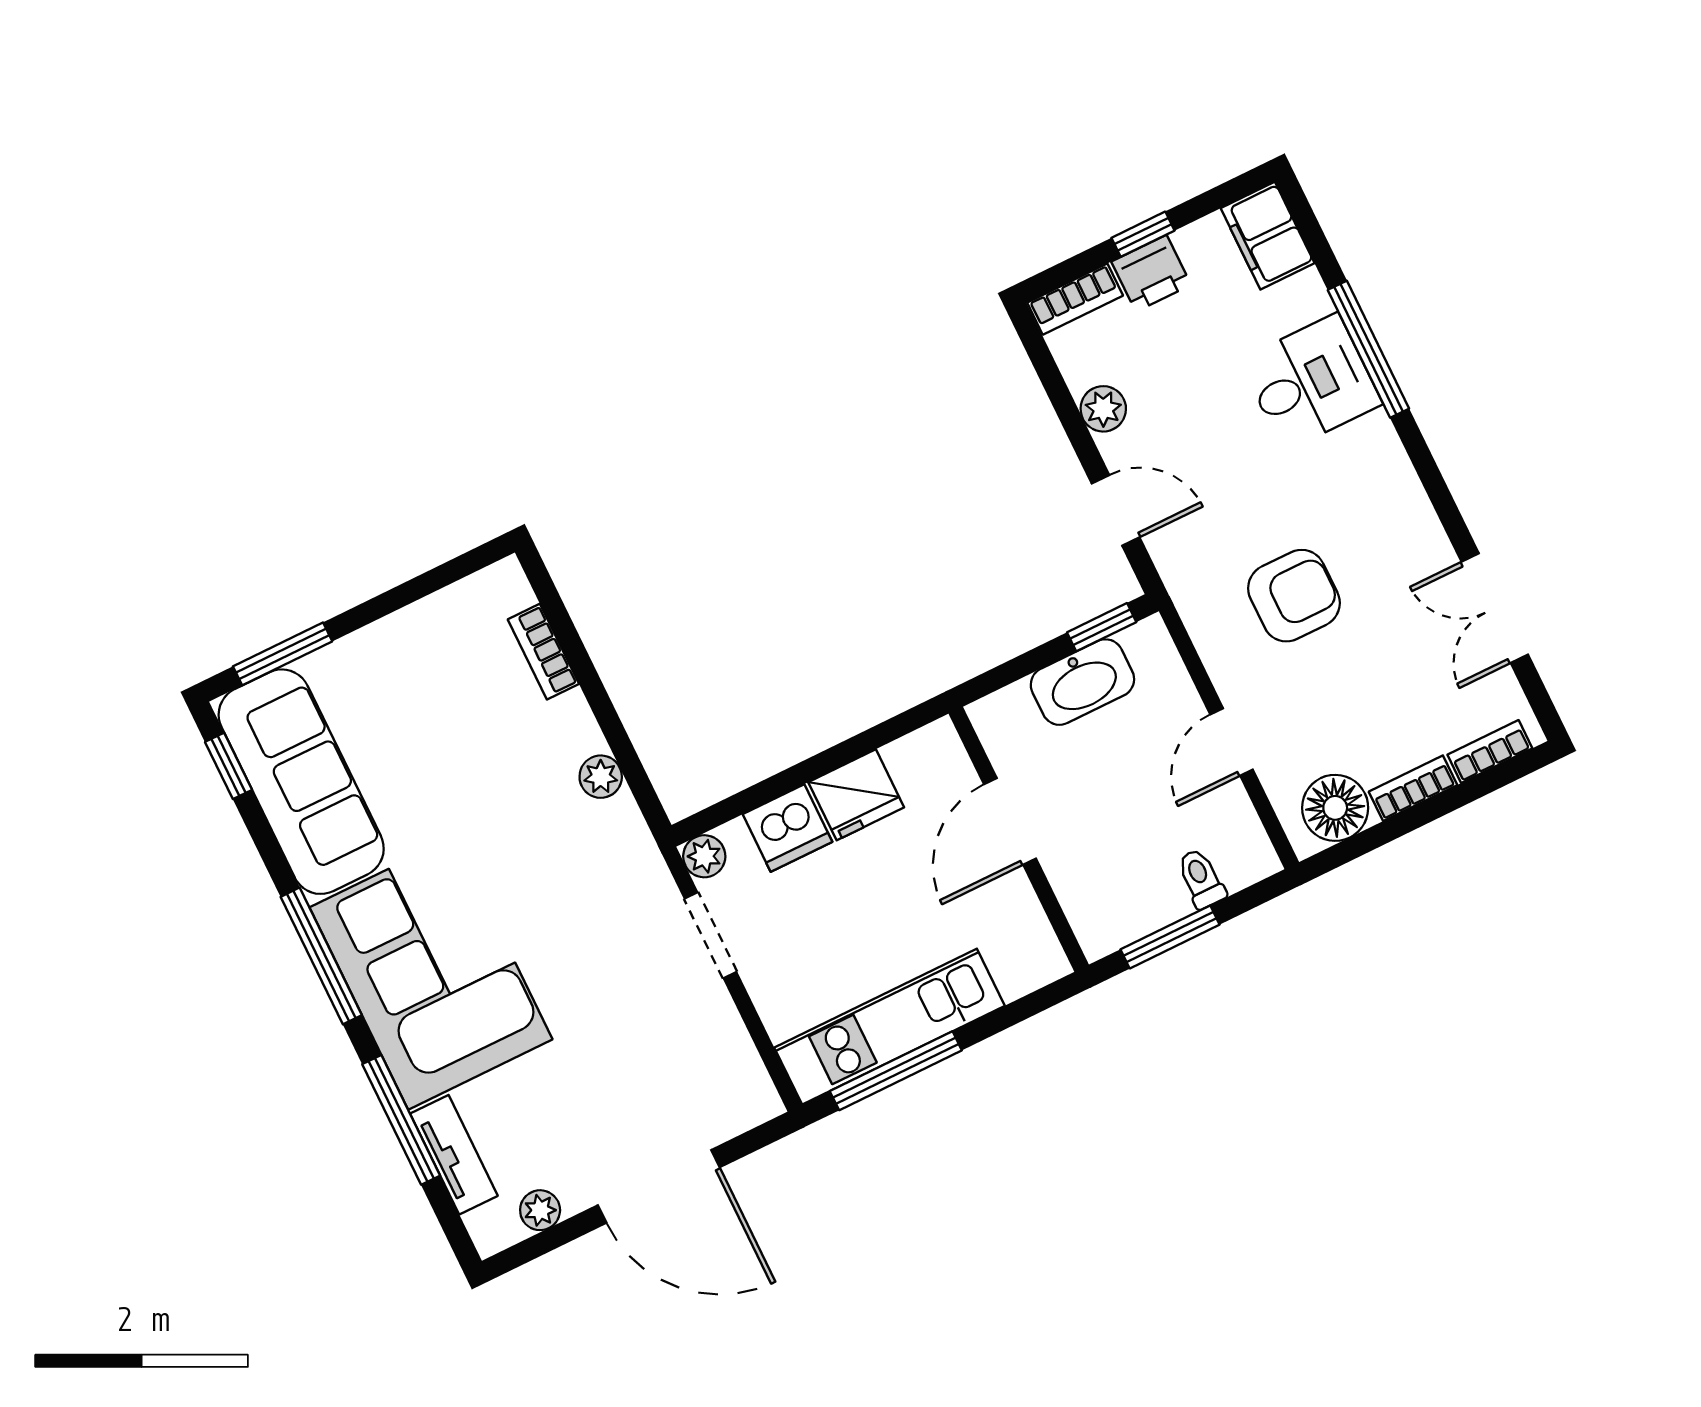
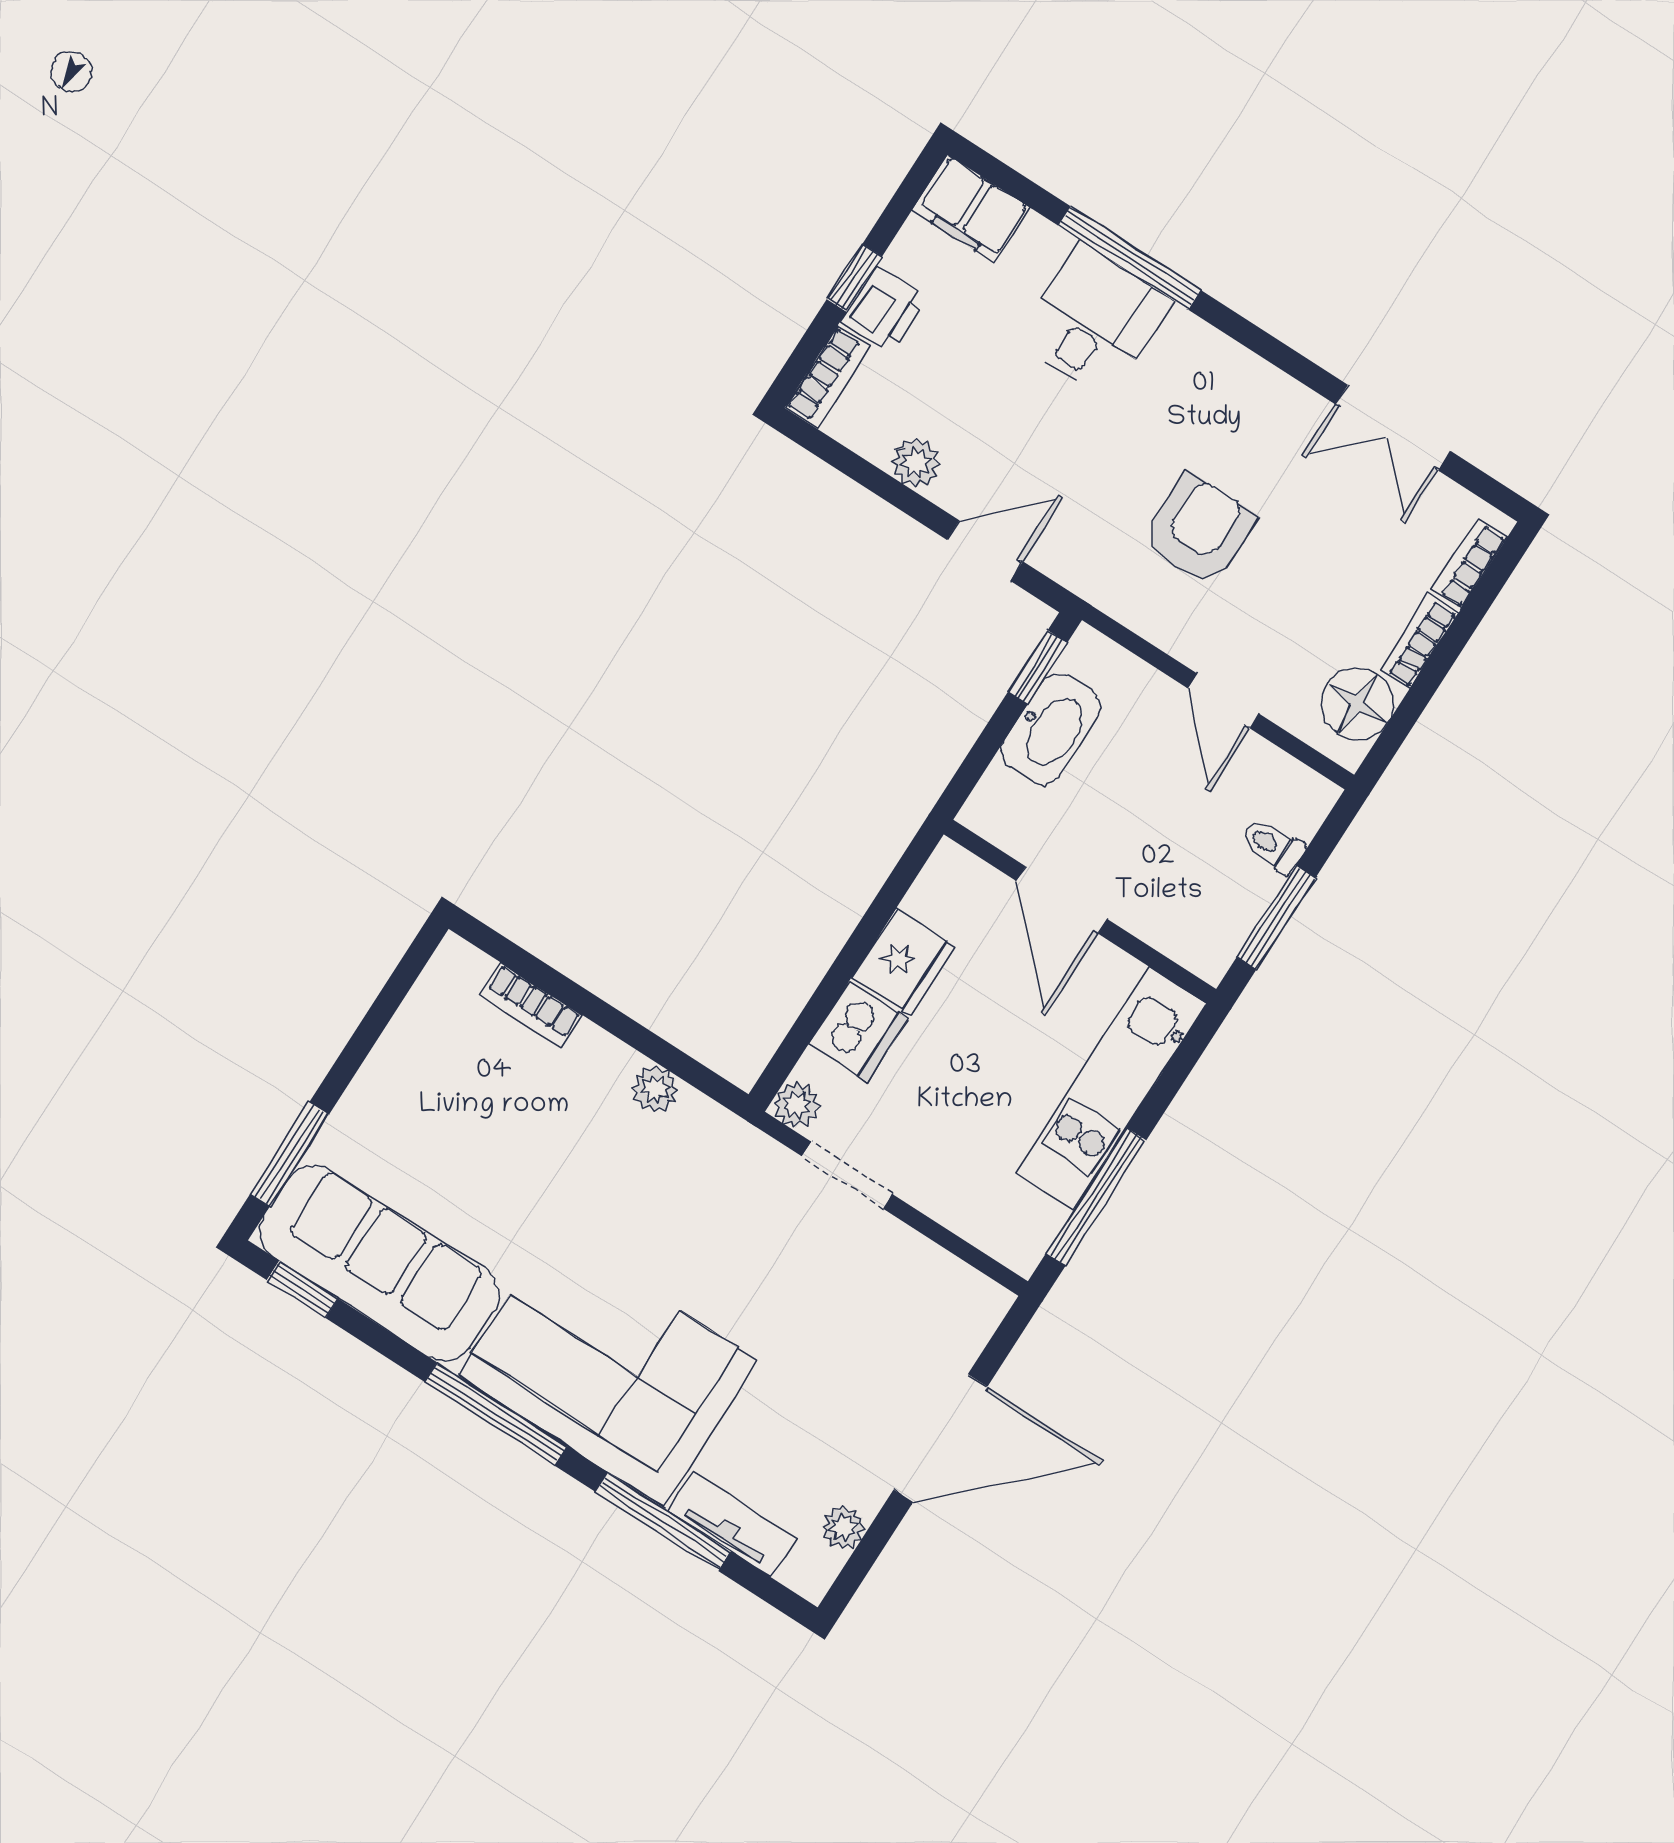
kitchen unit: (889, 1027) -> (1111, 1088), moved

